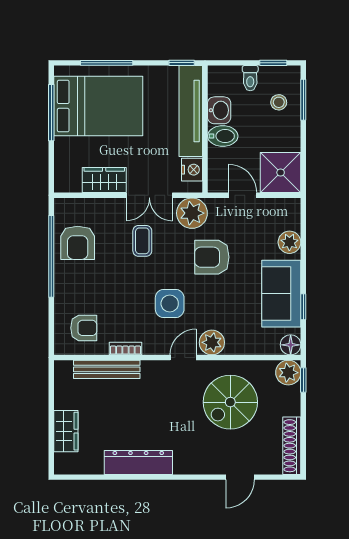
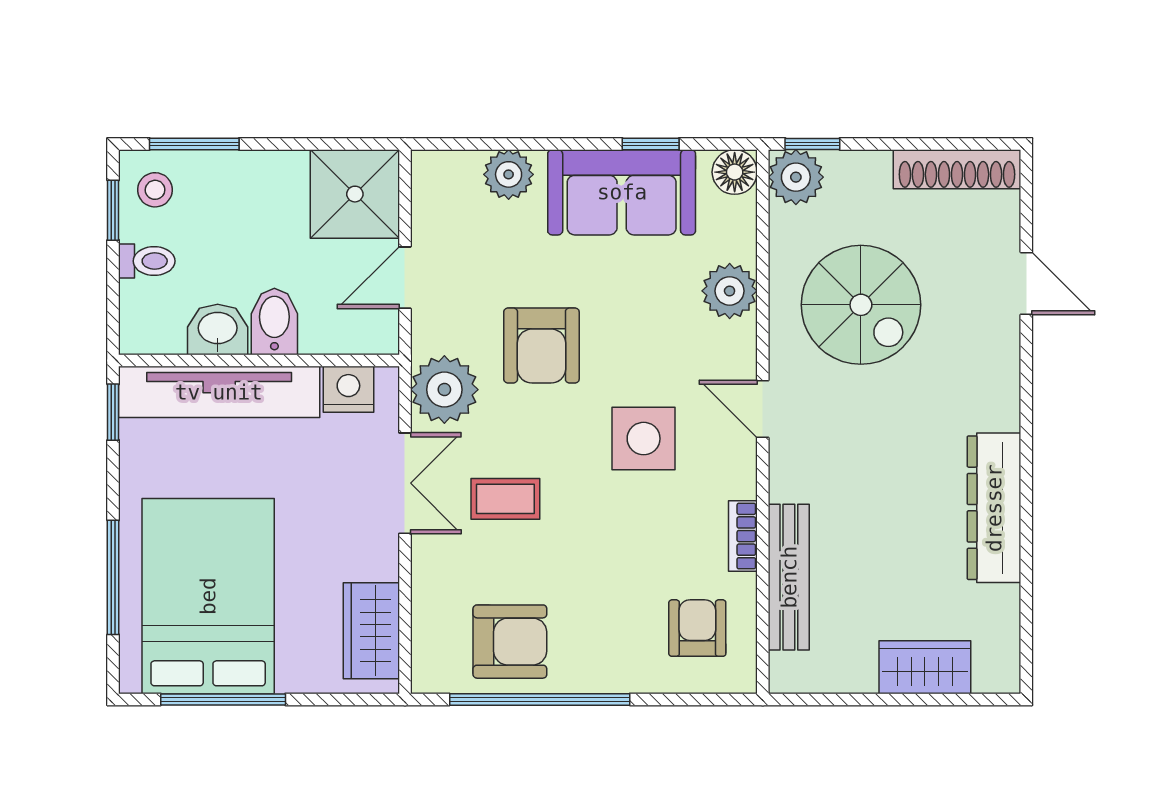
stool: (279, 102) -> (155, 190), moved
wardrobe: (104, 180) -> (371, 631), moved
plant: (212, 342) -> (730, 291), moved

